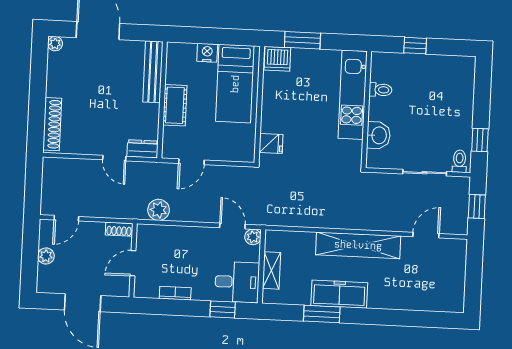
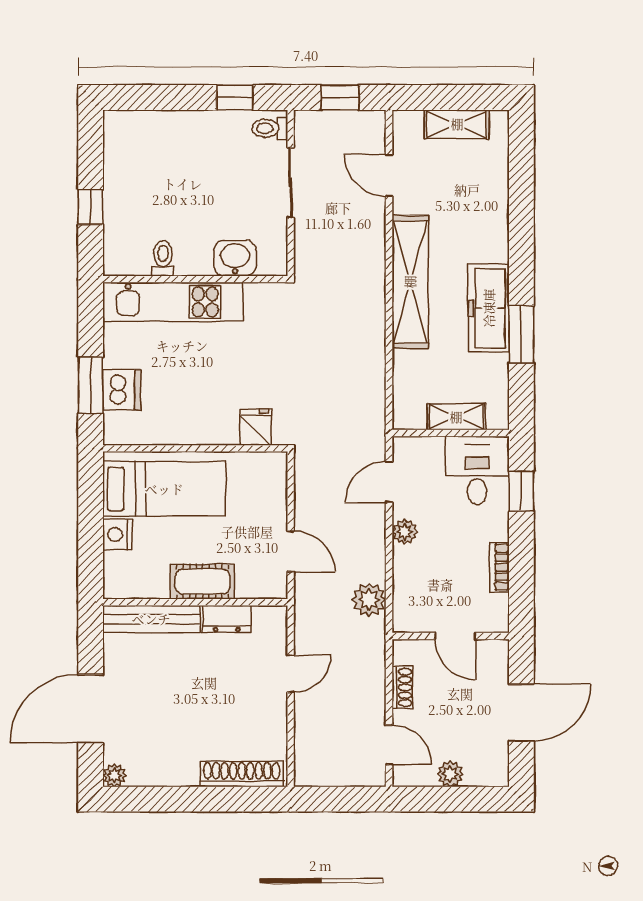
dishwasher: (277, 59) -> (122, 390), moved
dresser: (143, 149) -> (227, 619), moved, turned -90
shoe rack: (119, 229) -> (403, 687), moved
plant: (253, 237) -> (405, 532), moved
shelving: (456, 279) -> (457, 124), added

